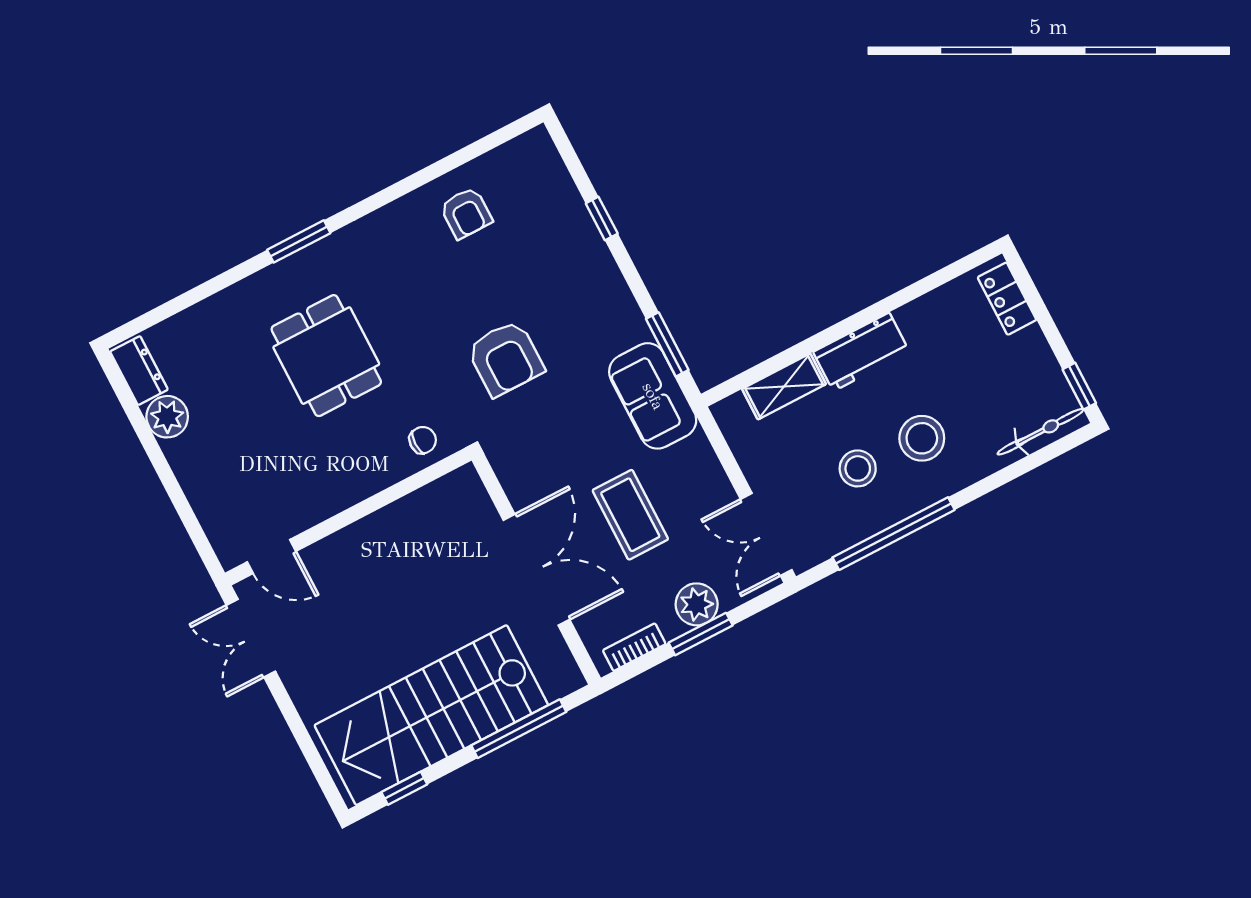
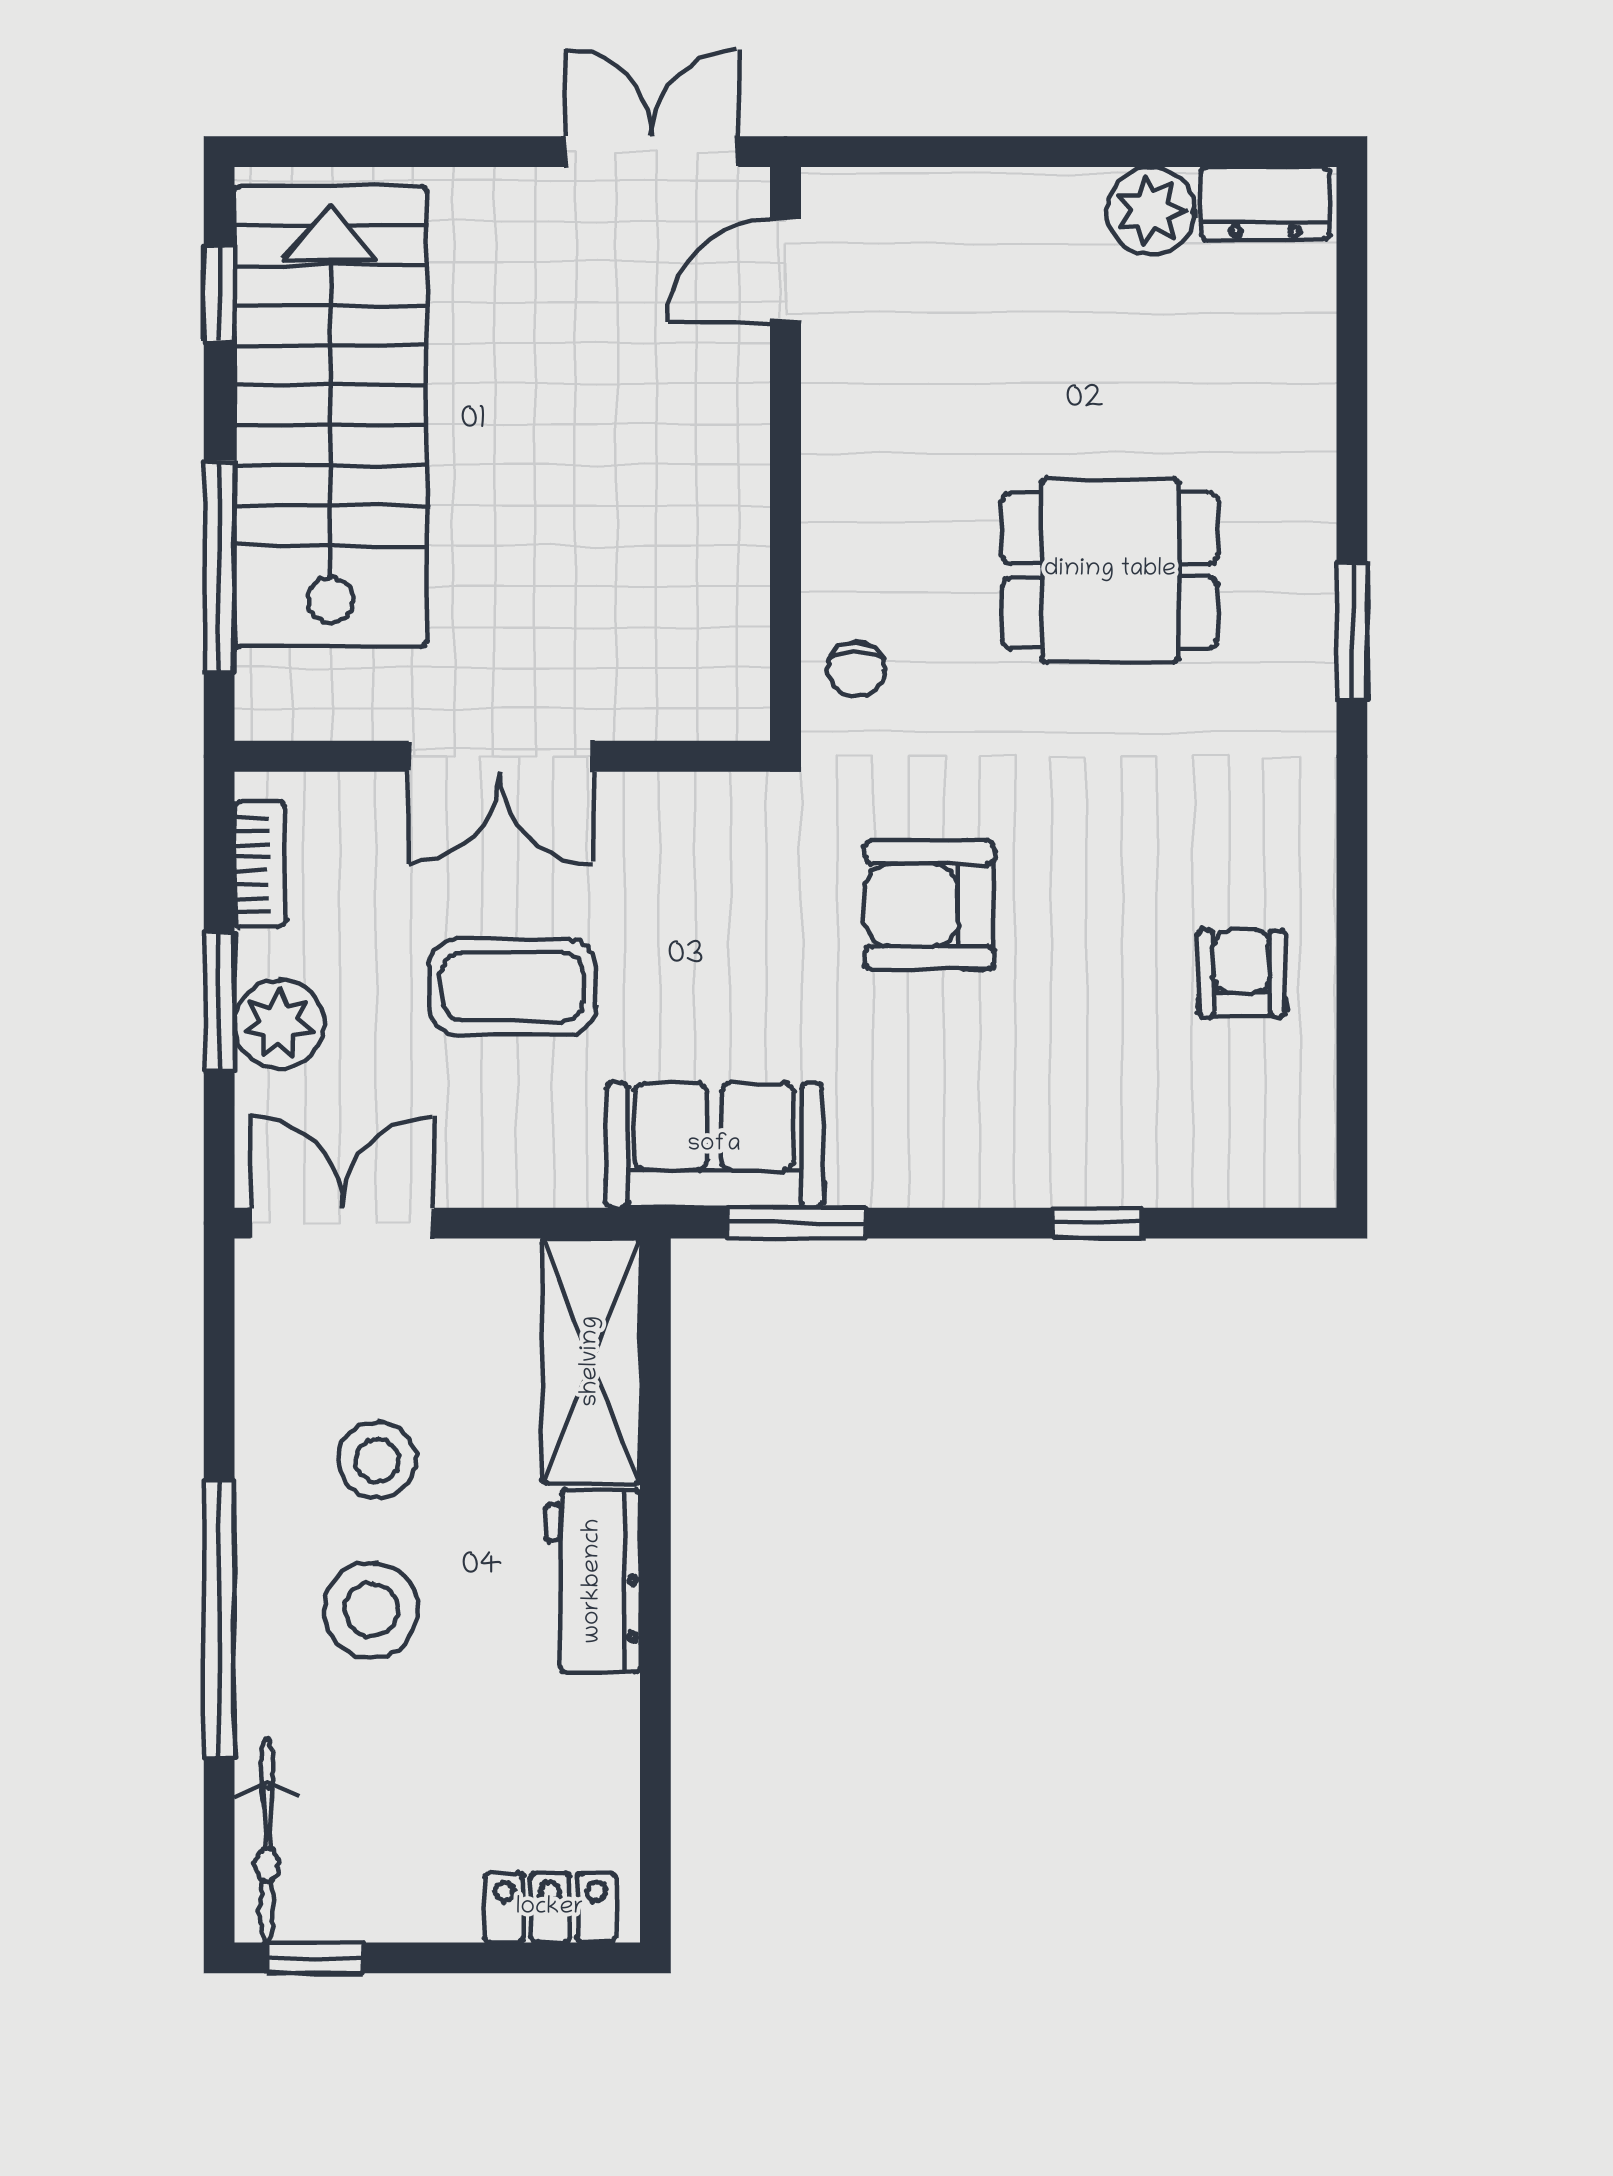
armchair: (466, 213) -> (1242, 973), turned 90
shelving: (784, 386) -> (591, 1361), width x1.50, depth x1.33
window: (894, 534) -> (219, 1620), moved
double door: (537, 570) -> (501, 756), width x0.73

